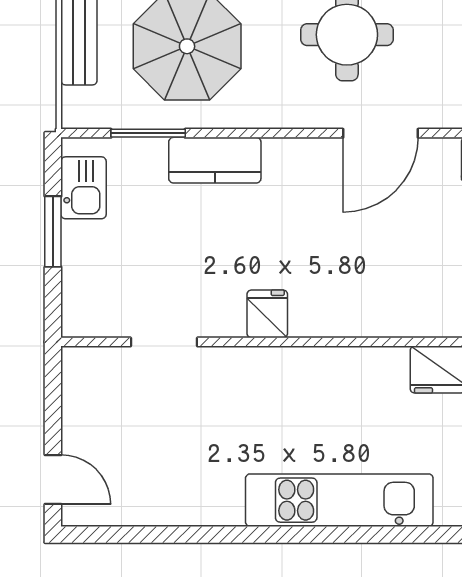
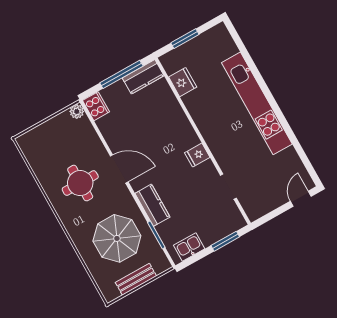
door: (380, 133) -> (119, 169), moved
window: (53, 232) -> (225, 241), moved
kitchen unit: (339, 500) -> (257, 103), width x1.36

